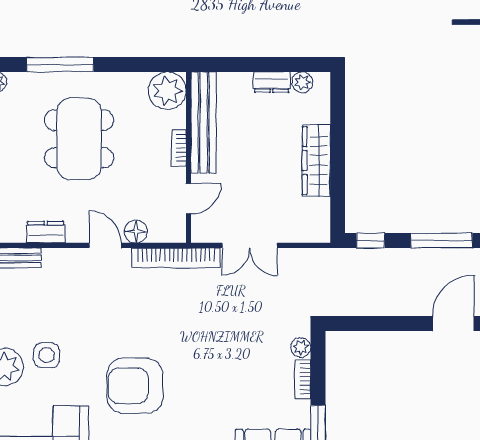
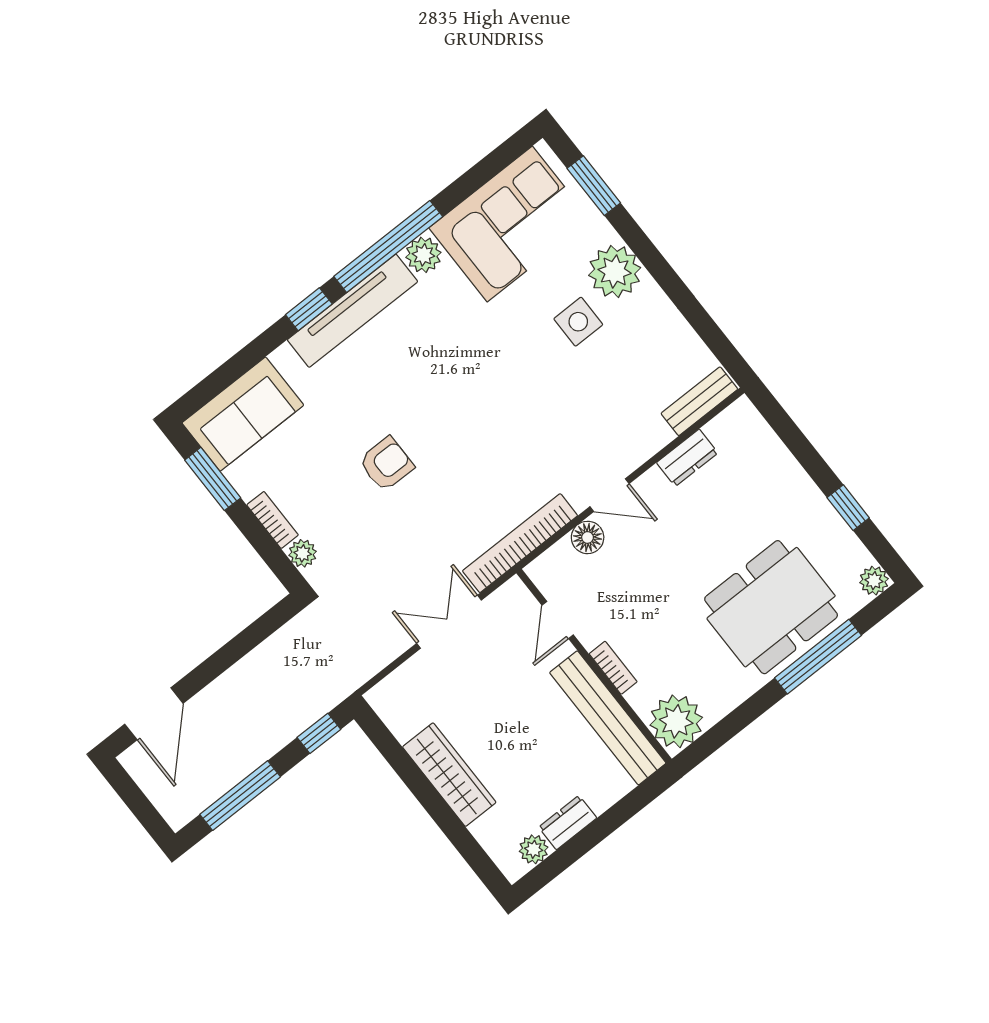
dining table: (79, 139) -> (771, 607), moved, turned 90
armchair: (135, 386) -> (386, 464), moved, width x0.53, depth x0.53

